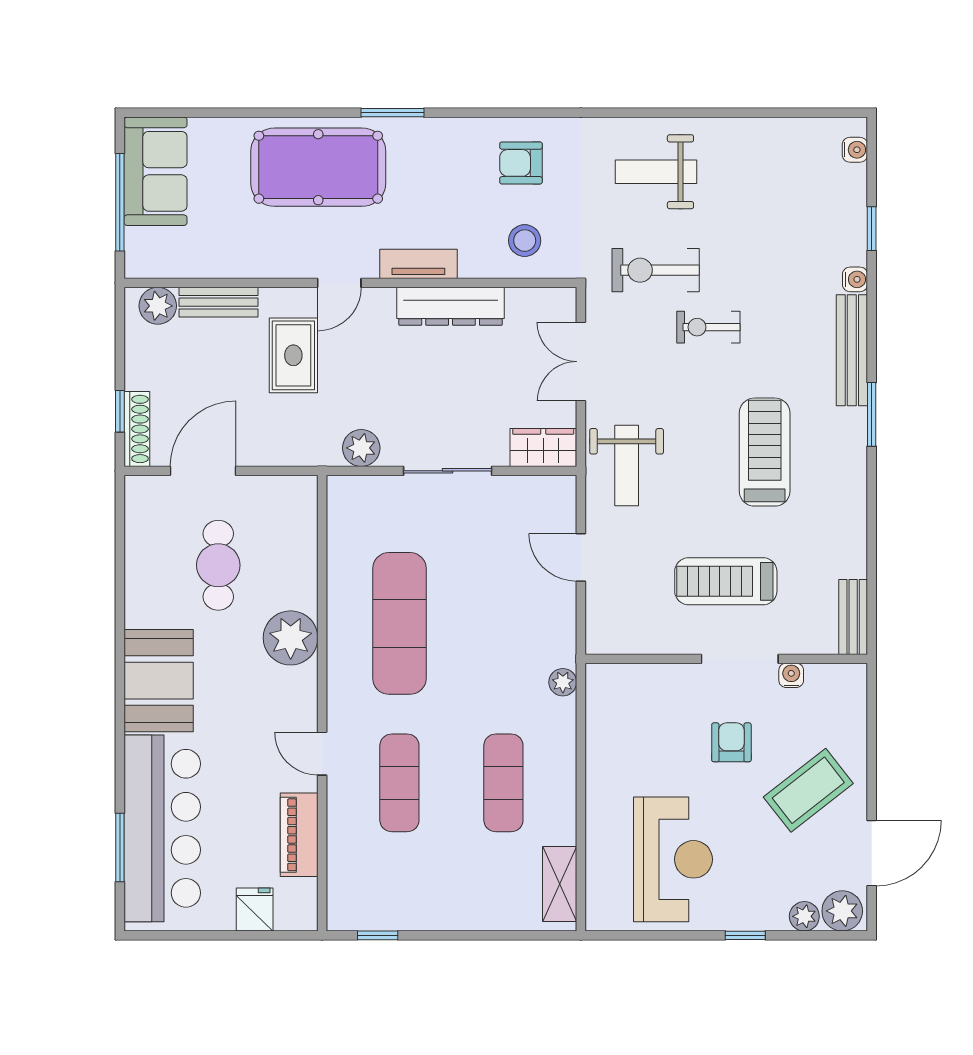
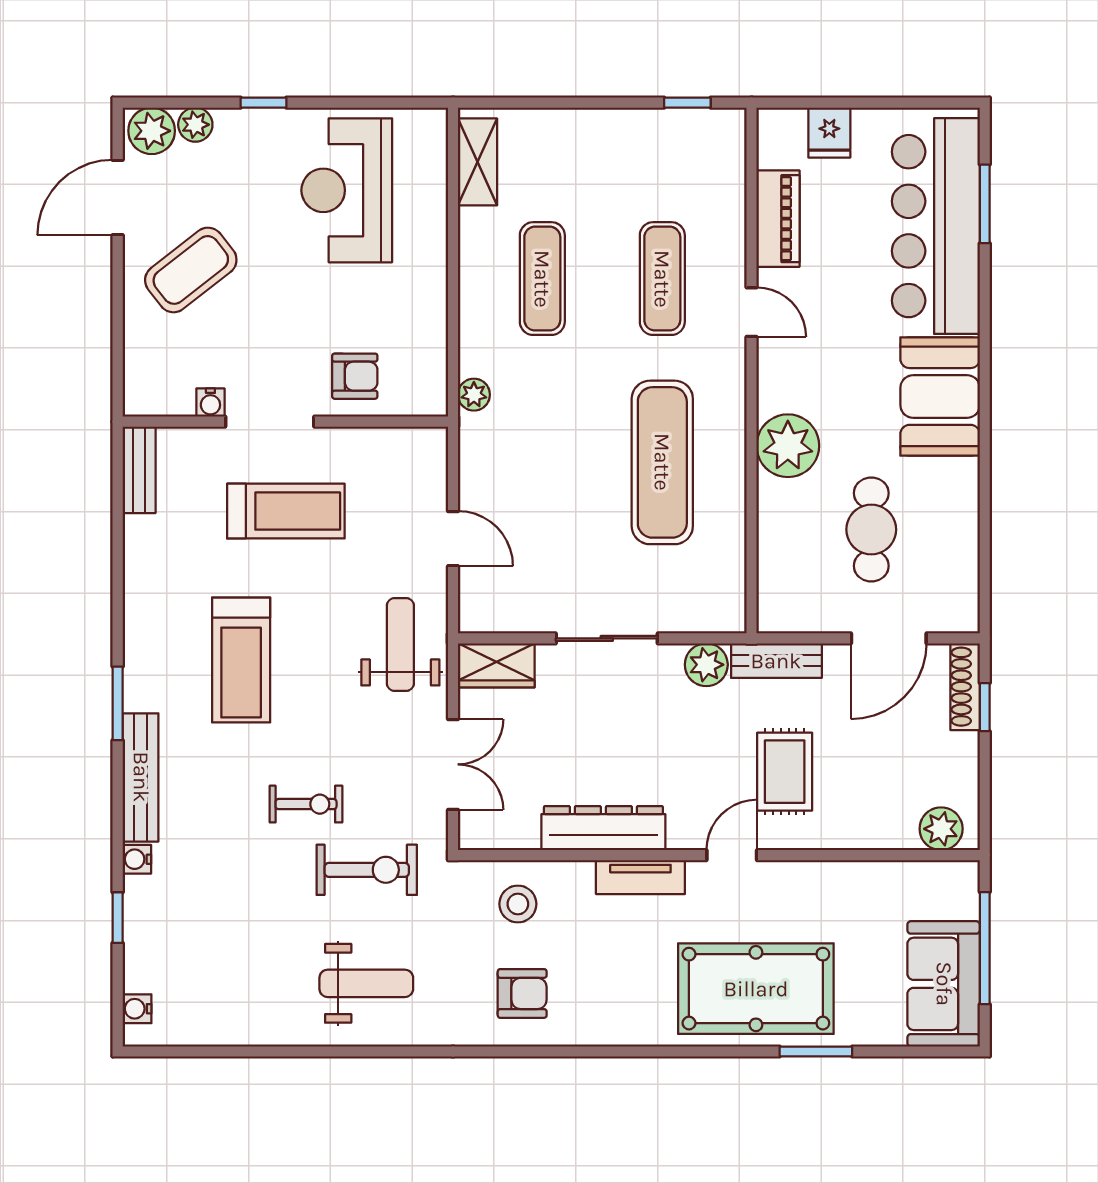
window: (393, 113) -> (816, 1051), moved
bench: (219, 302) -> (776, 661), moved
armchair: (731, 742) -> (355, 376), moved, turned -90

